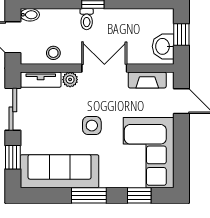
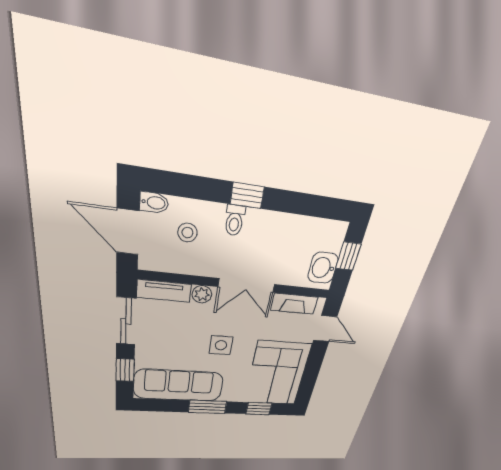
stool: (53, 53) -> (187, 233), moved
double door: (104, 68) -> (247, 285), swing flipped

